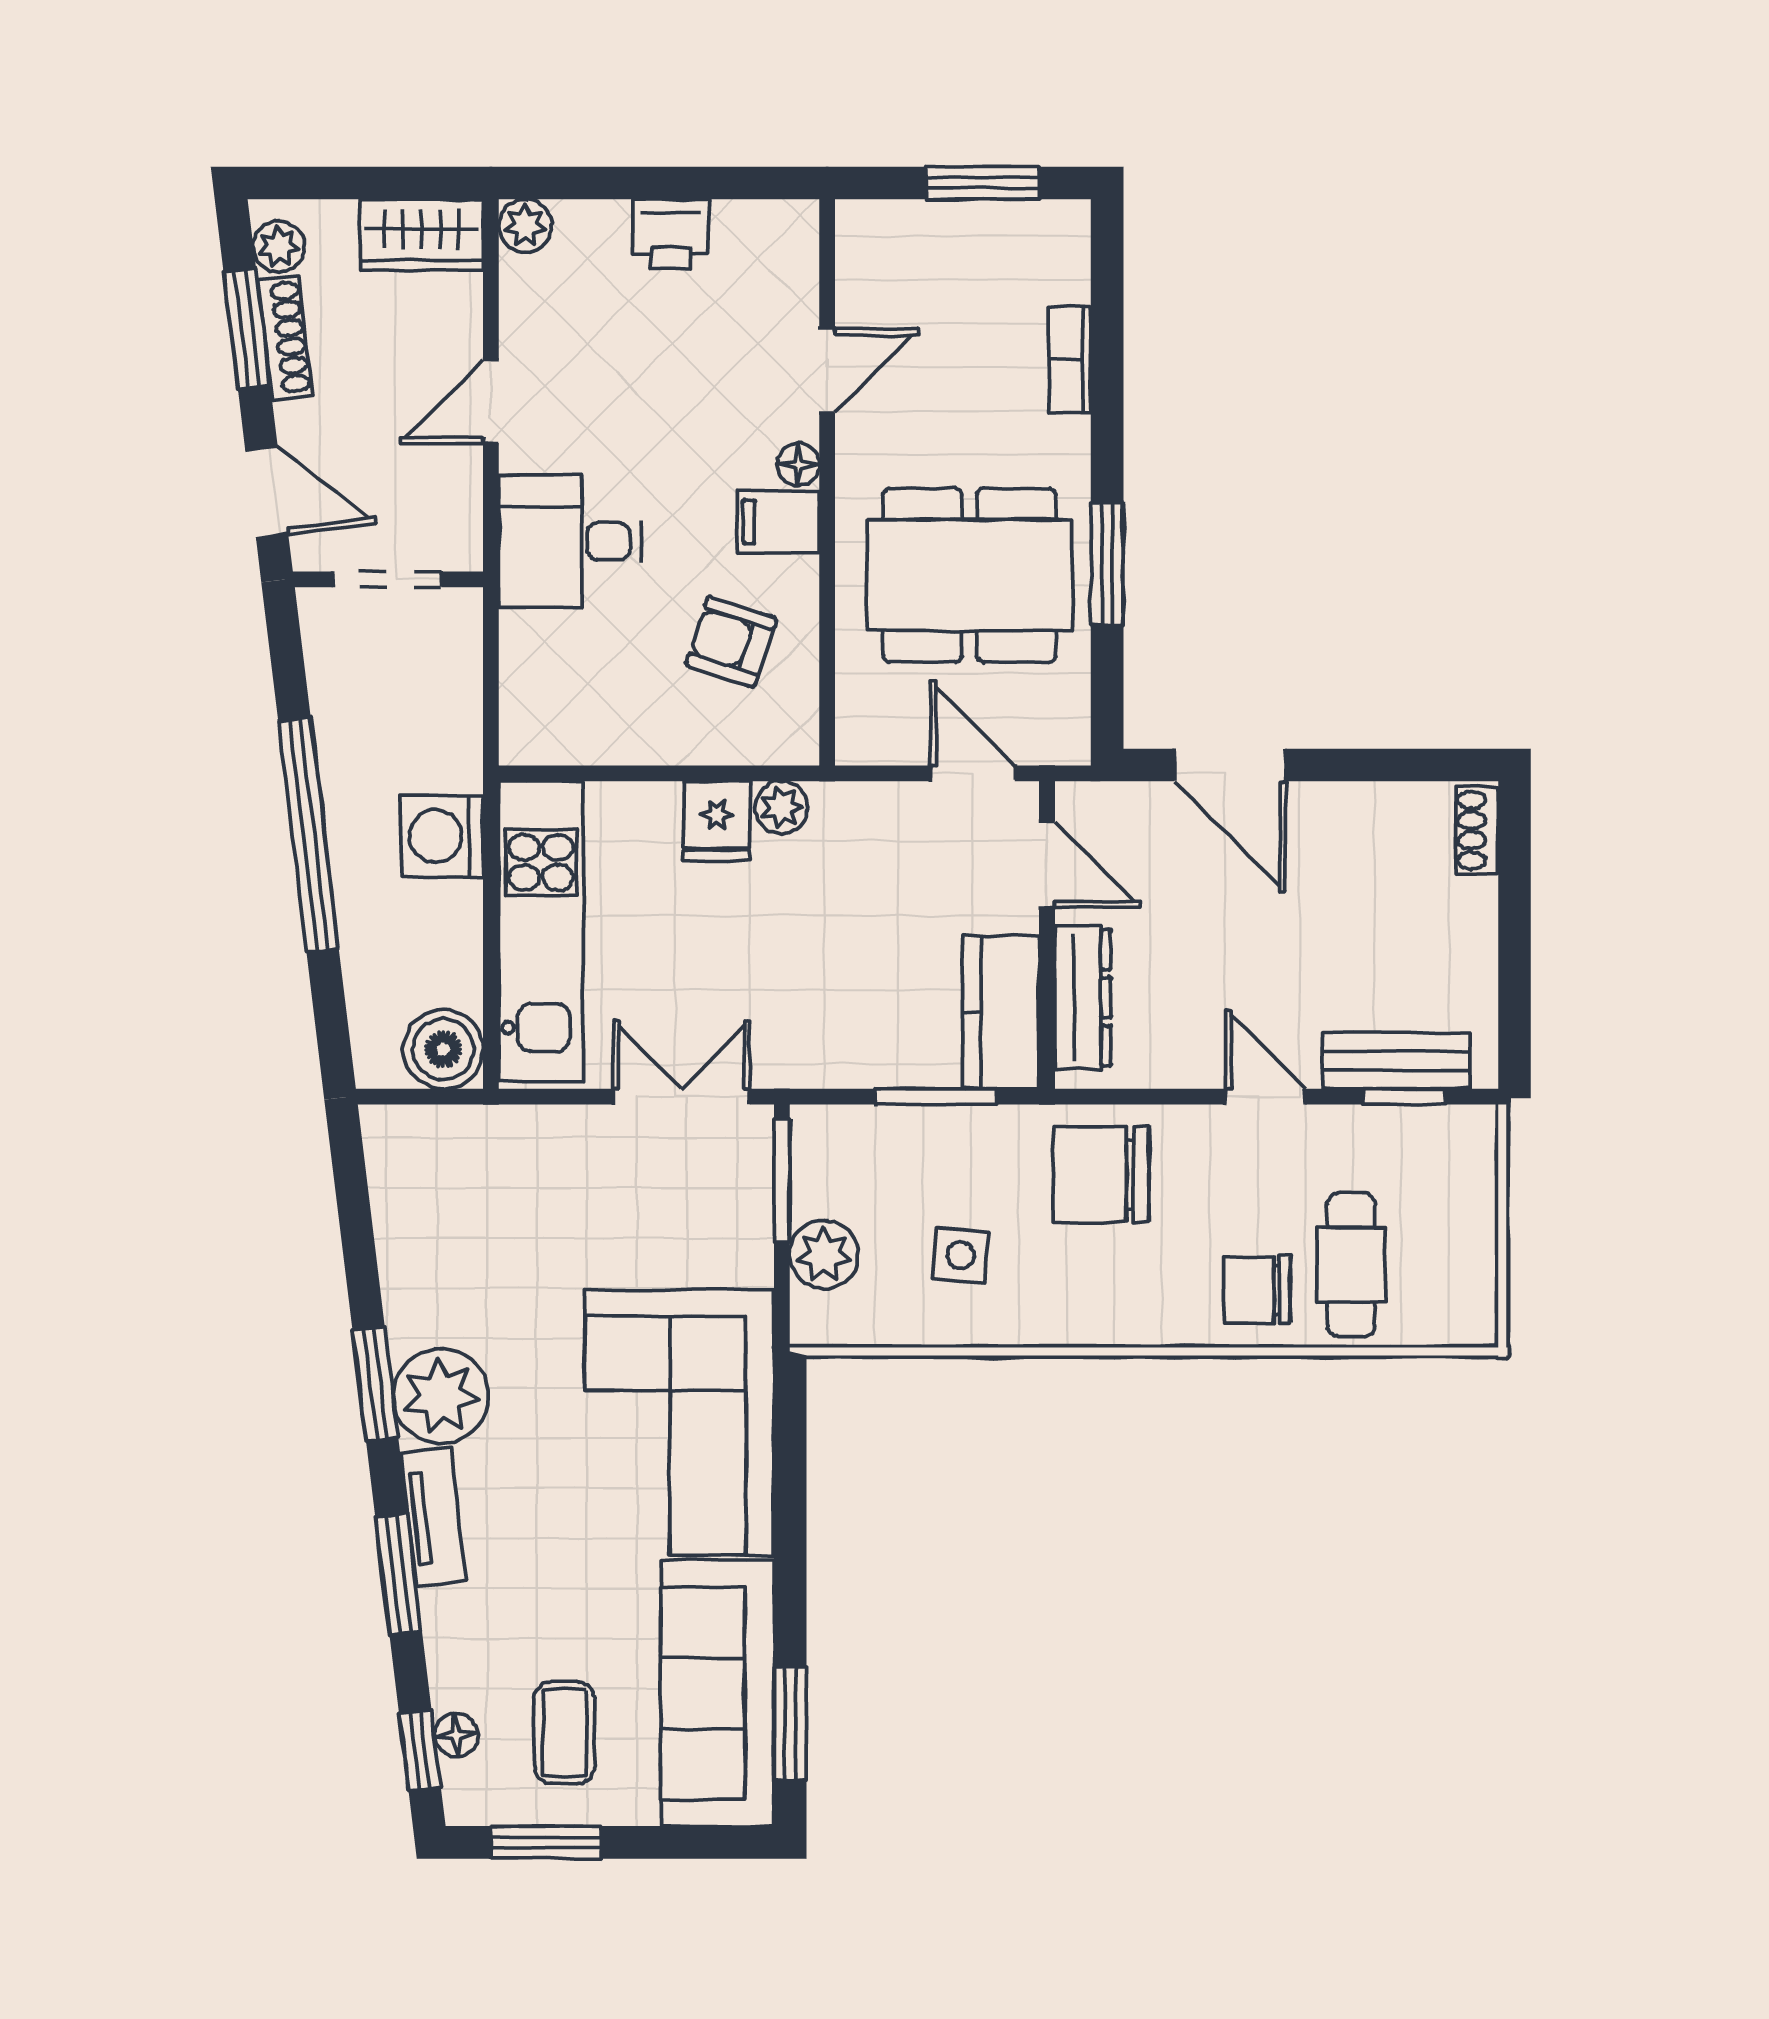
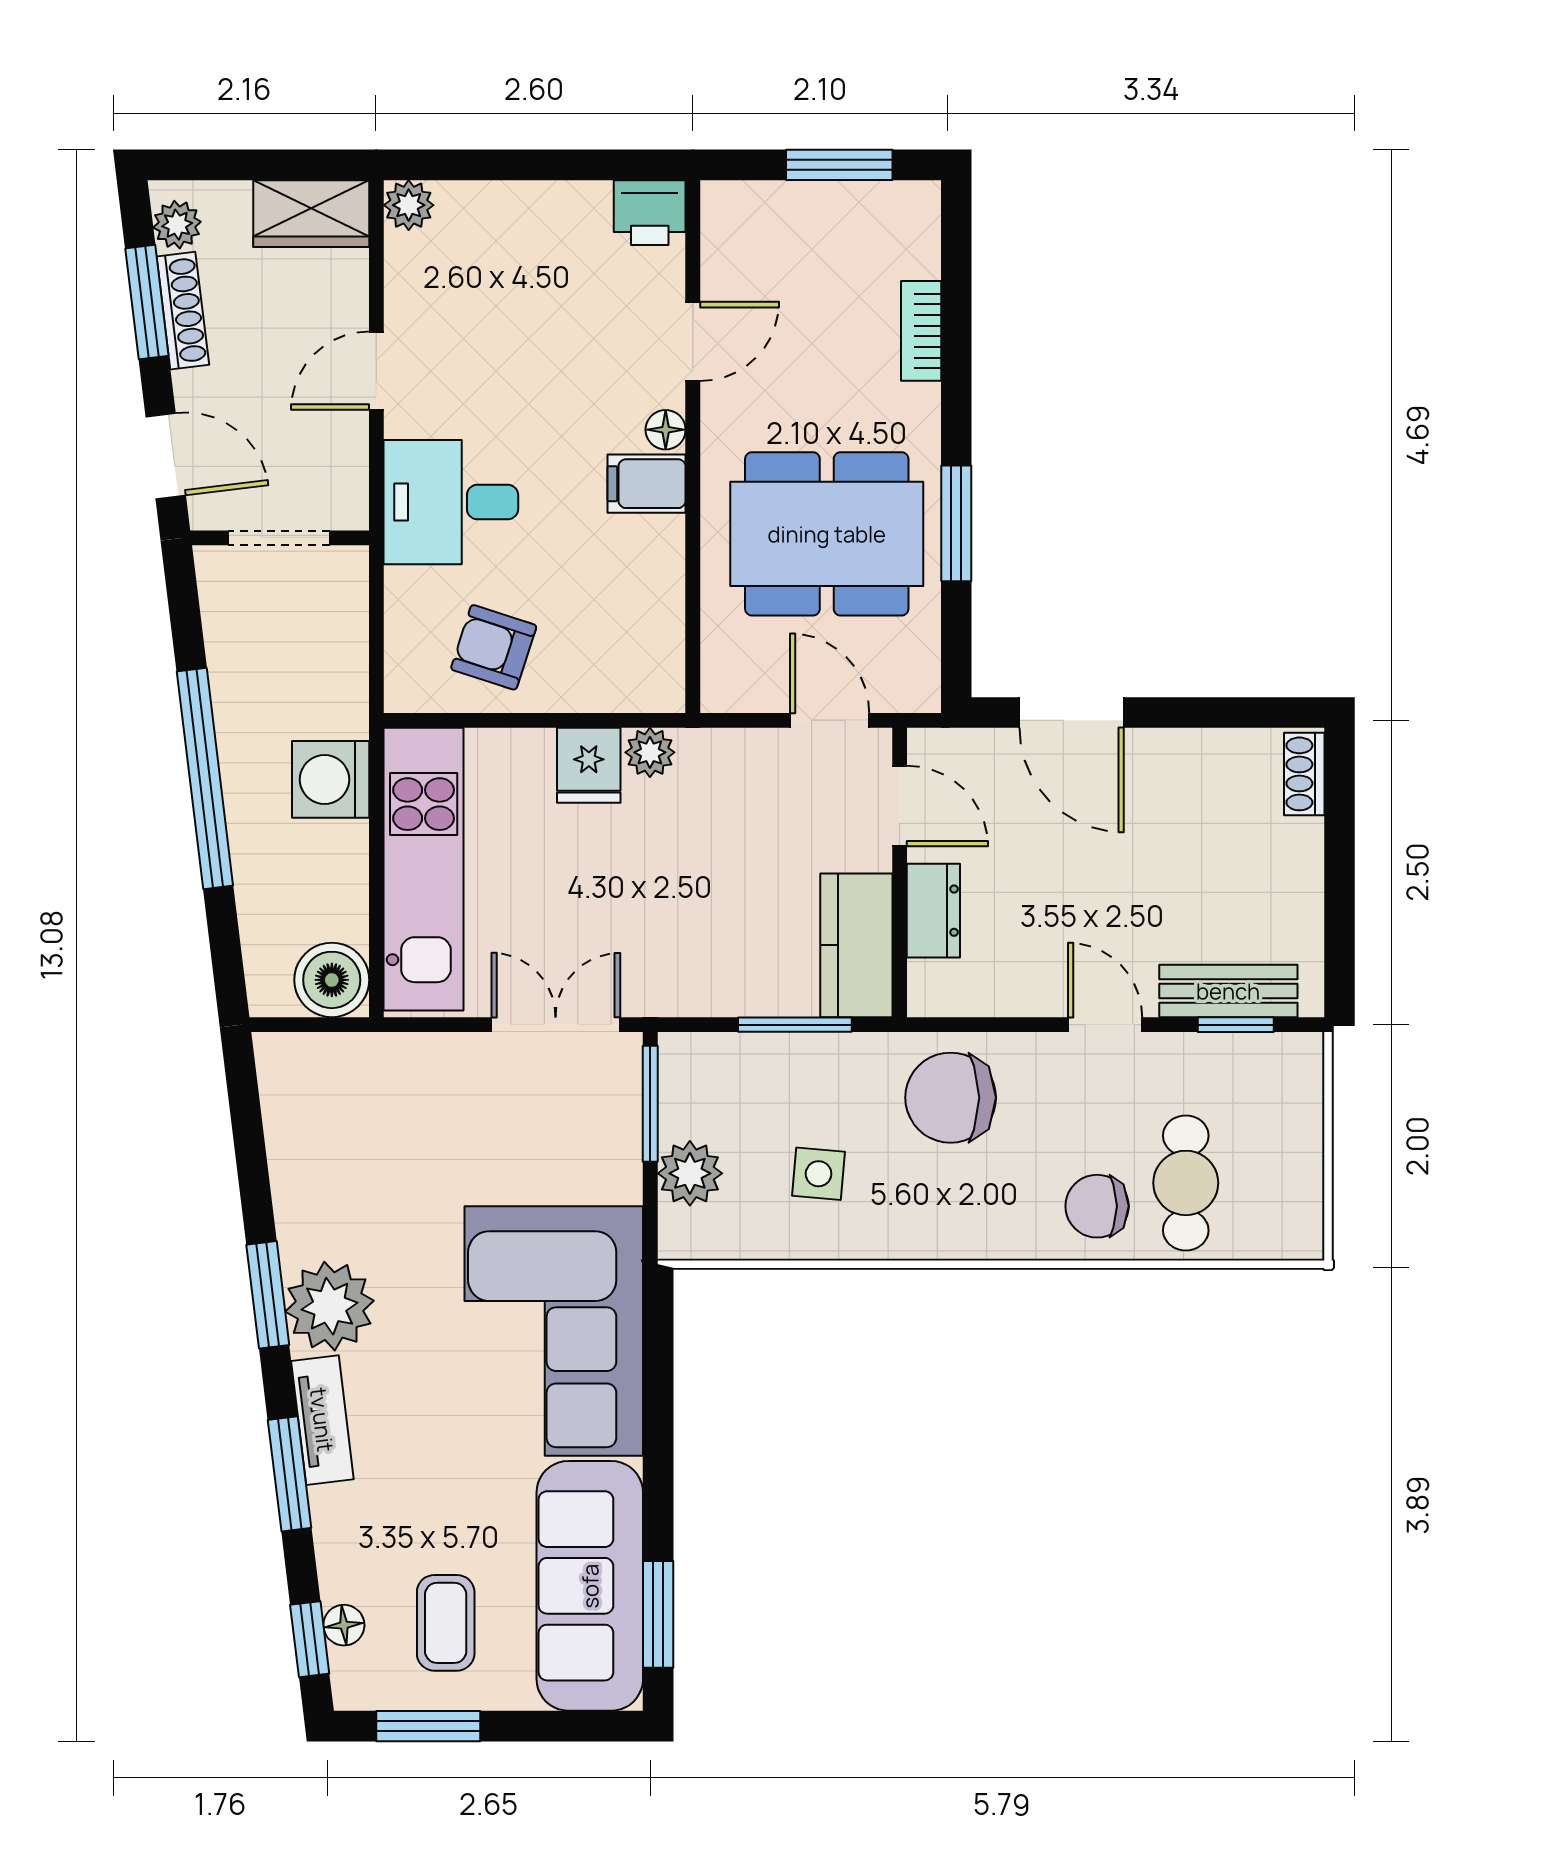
printer: (671, 234) -> (650, 213), moved
armchair: (731, 642) -> (494, 647), moved
dresser: (1083, 997) -> (933, 911), width x0.70

